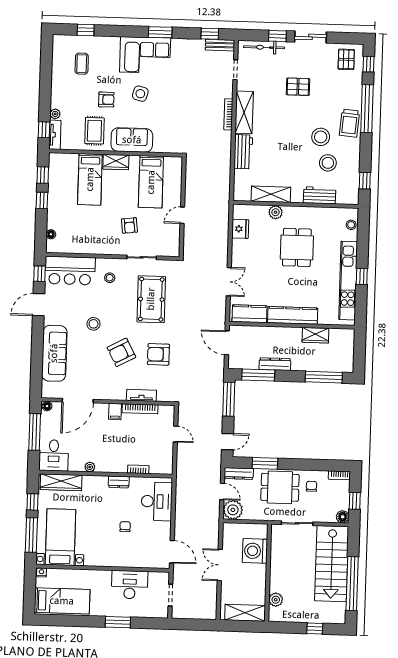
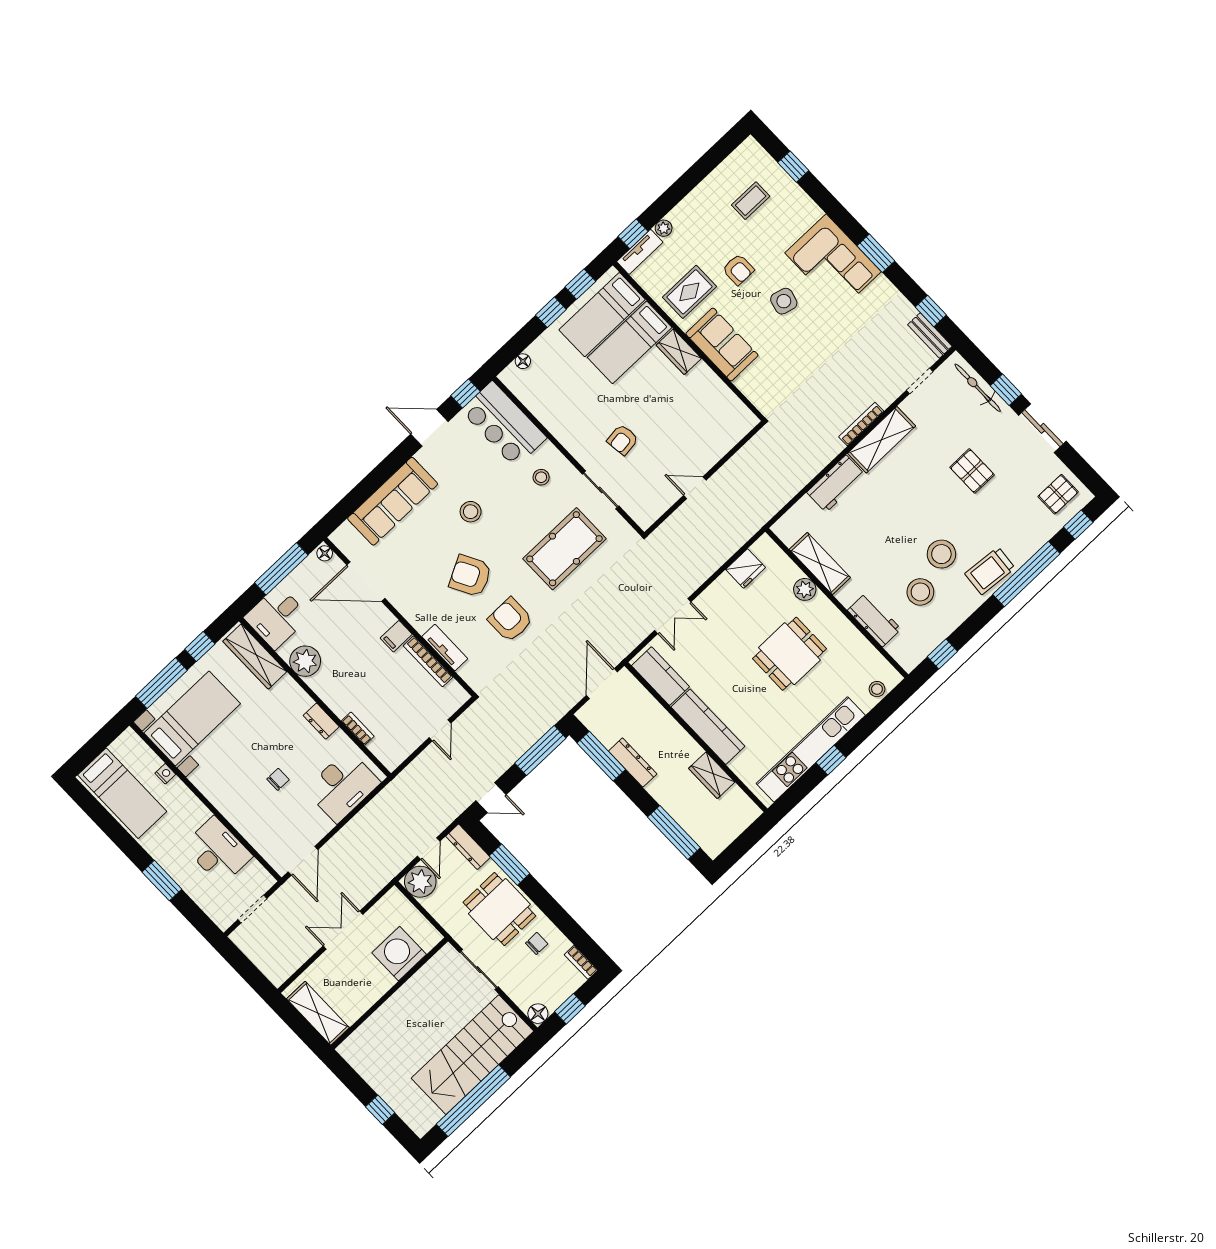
bed: (151, 182) -> (602, 315), moved
plant: (90, 467) -> (305, 661), width x1.87, depth x1.87
nightstand: (42, 572) -> (165, 774), moved
plant: (276, 600) -> (368, 1033), removed

